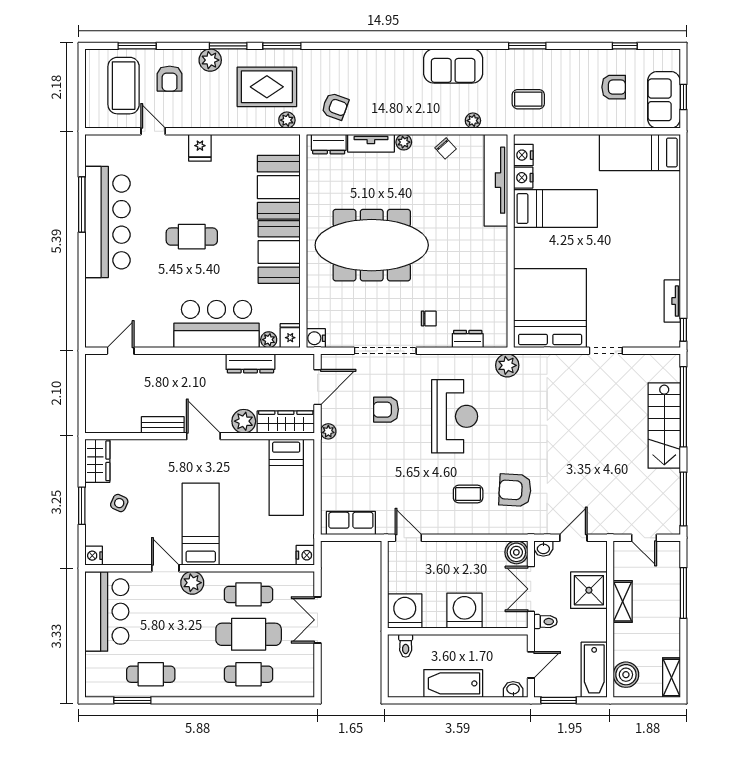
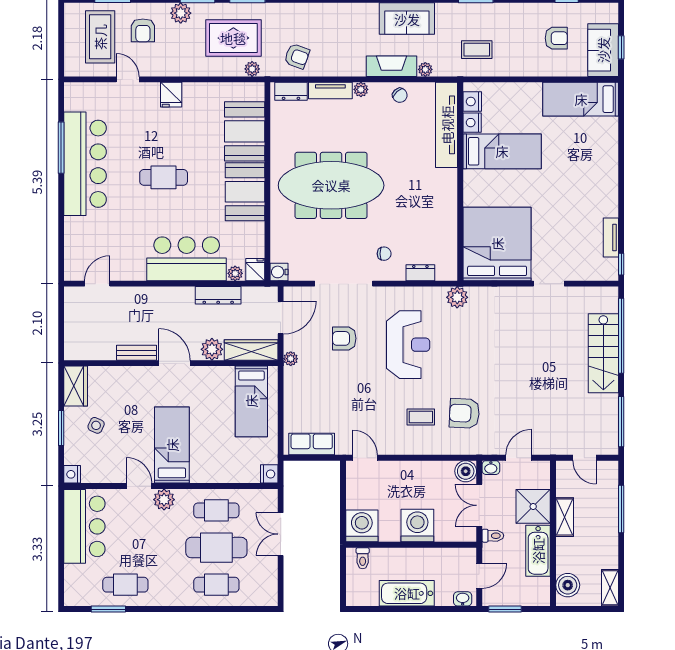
fireplace: (437, 117) -> (391, 66), added
bathtub: (594, 670) -> (538, 551), moved

